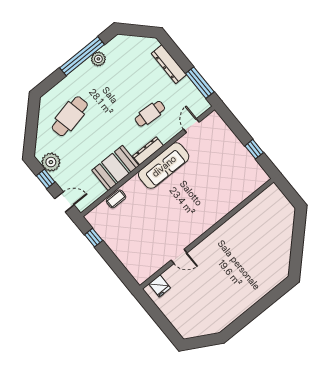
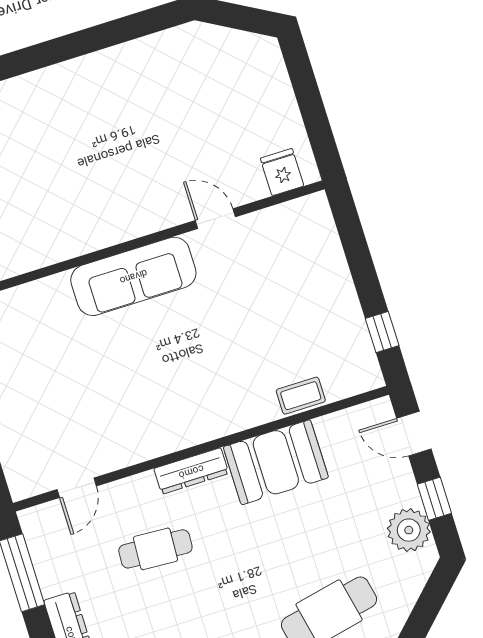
sofa: (164, 166) -> (133, 276), moved, turned 180

